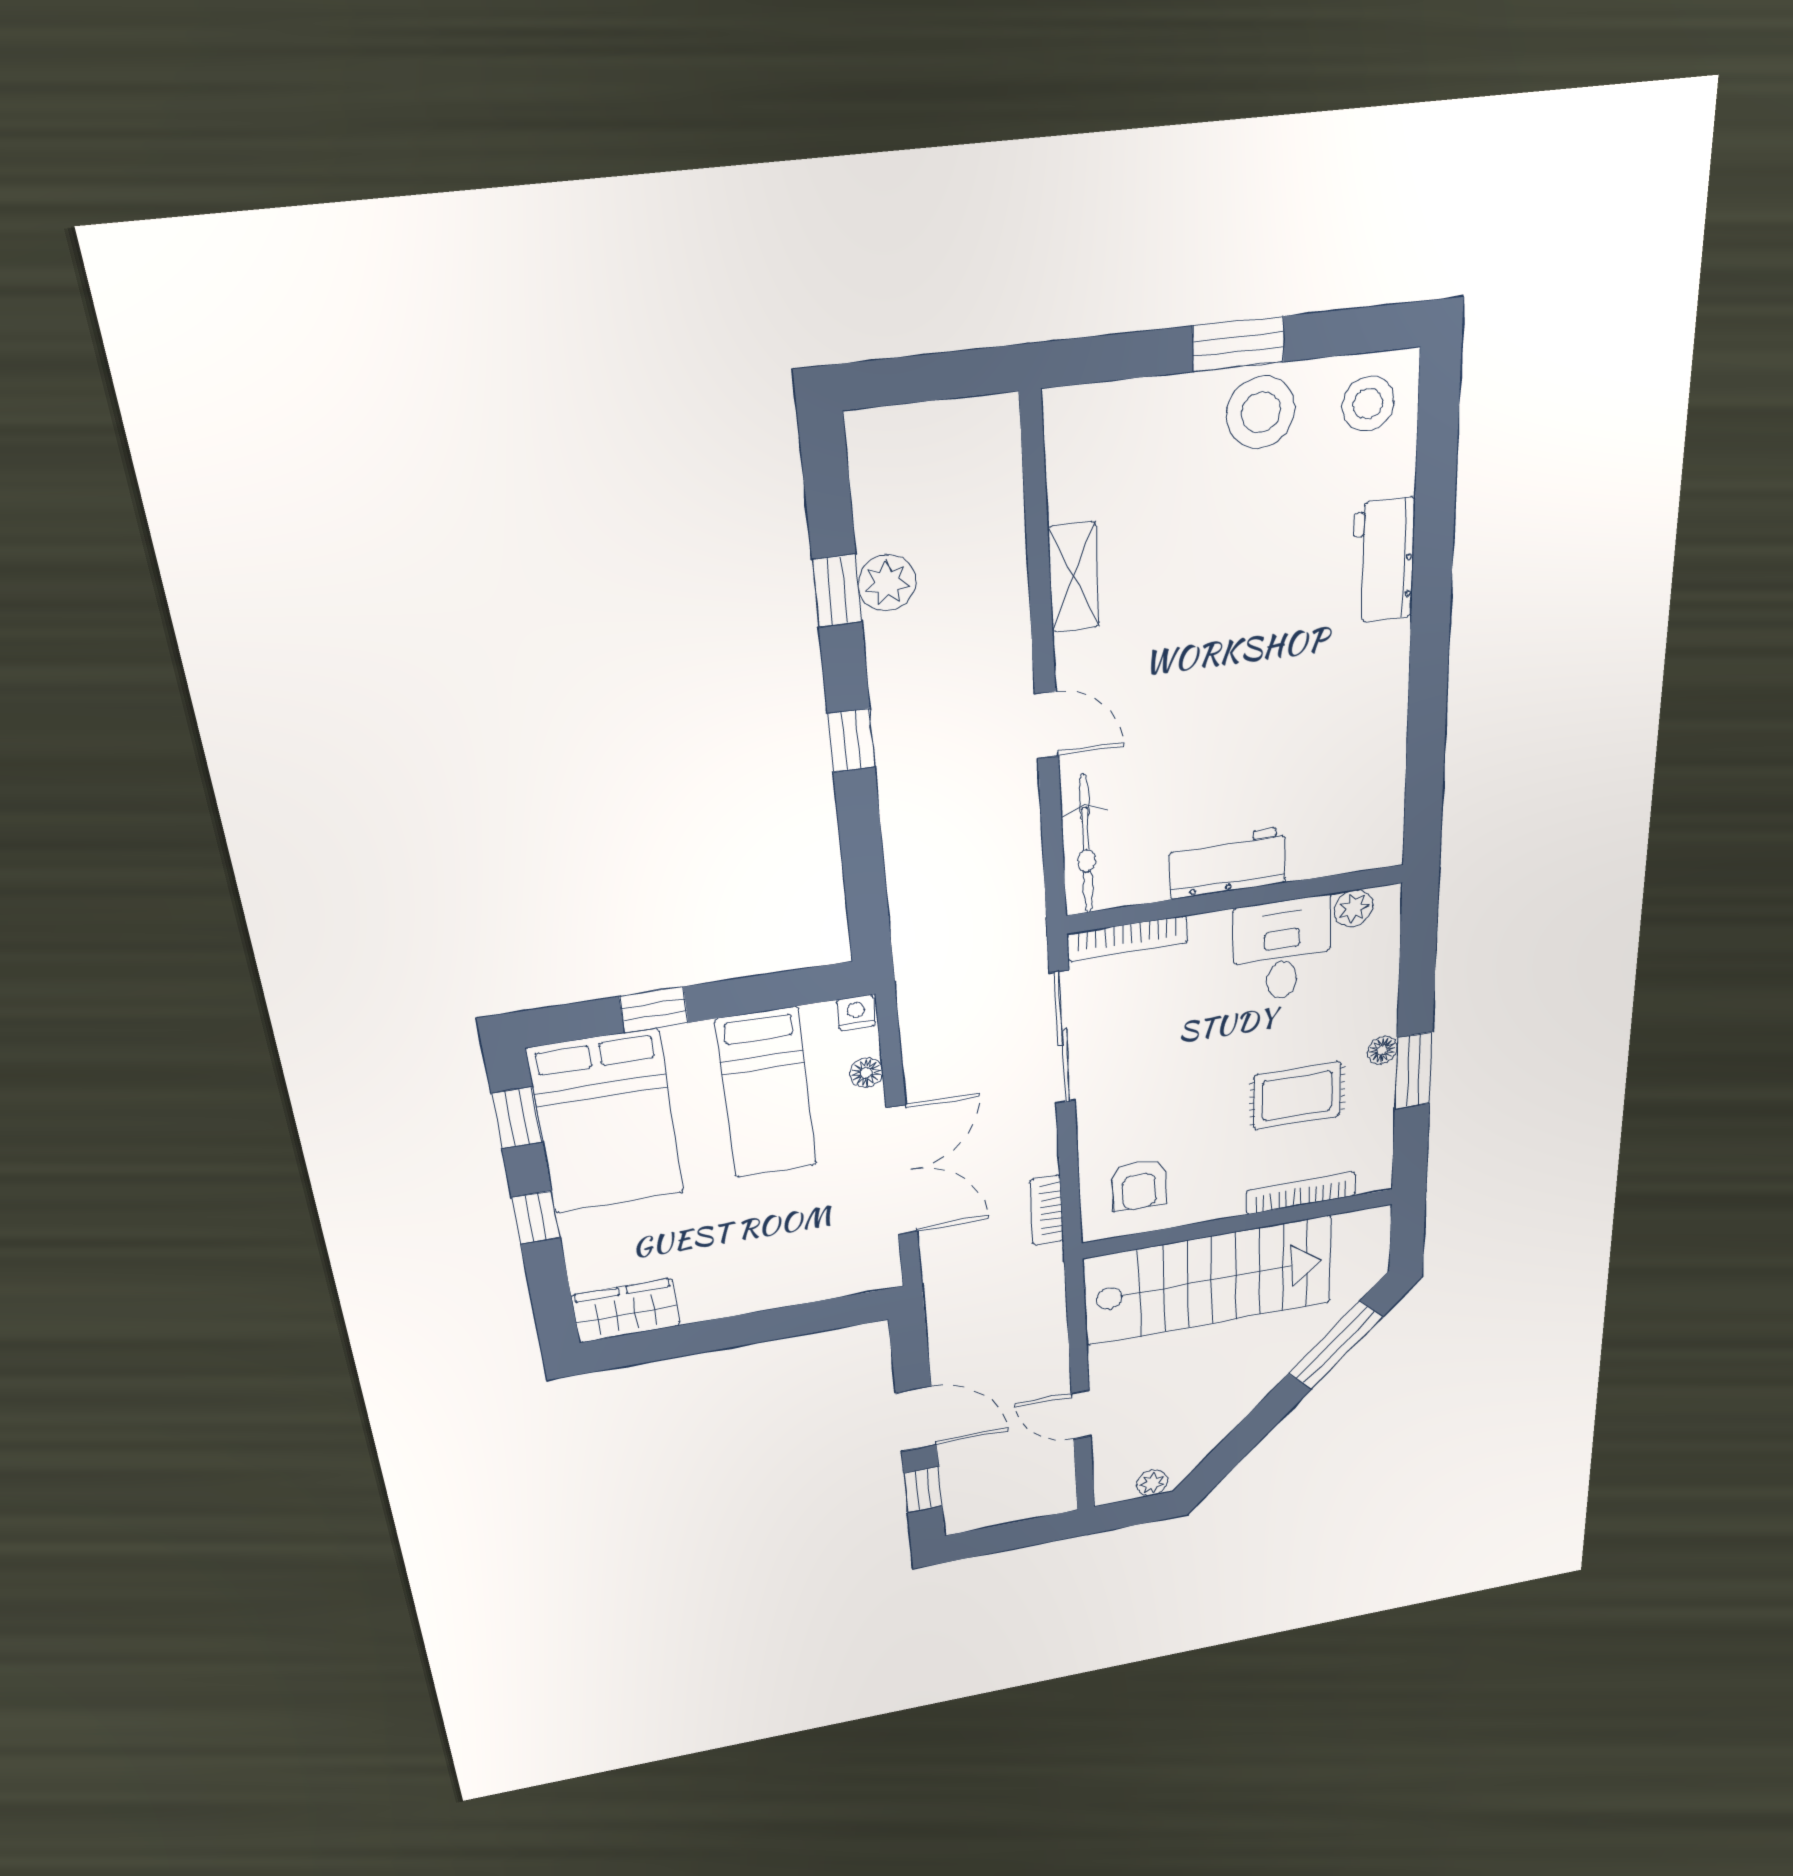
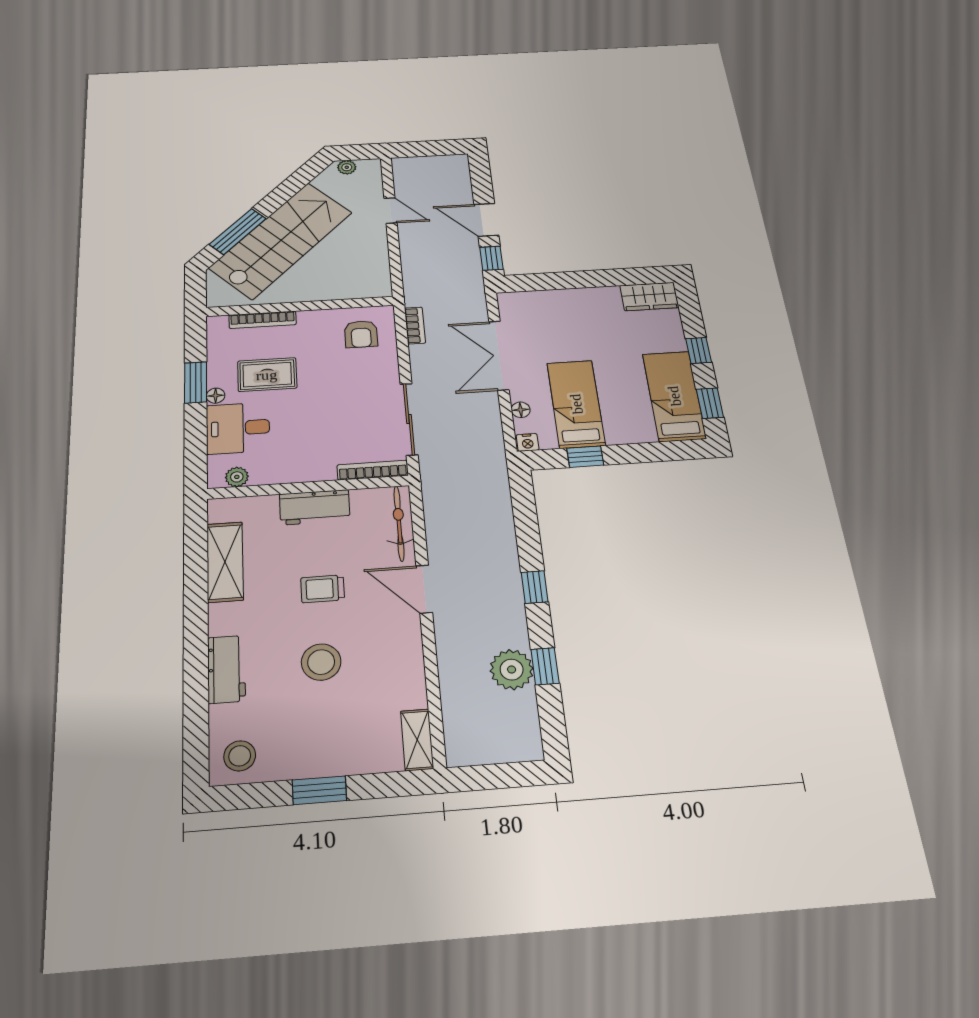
stool: (1261, 412) -> (321, 662), moved
shelving: (1074, 577) -> (417, 740), moved
plant: (887, 583) -> (512, 670), width x1.36, depth x1.36
trolley: (1220, 715) -> (323, 589), added
door: (1047, 725) -> (424, 589), width x1.38
shelving: (1378, 754) -> (225, 562), added
desk: (1282, 950) -> (238, 428), moved, turned 90
window: (654, 1010) -> (585, 457), moved
bed: (606, 1122) -> (674, 396), width x0.67
armchair: (1139, 1185) -> (361, 334), turned 180
stairs: (1208, 1281) -> (281, 240), moved, turned 135
window: (923, 1489) -> (491, 258), moved

